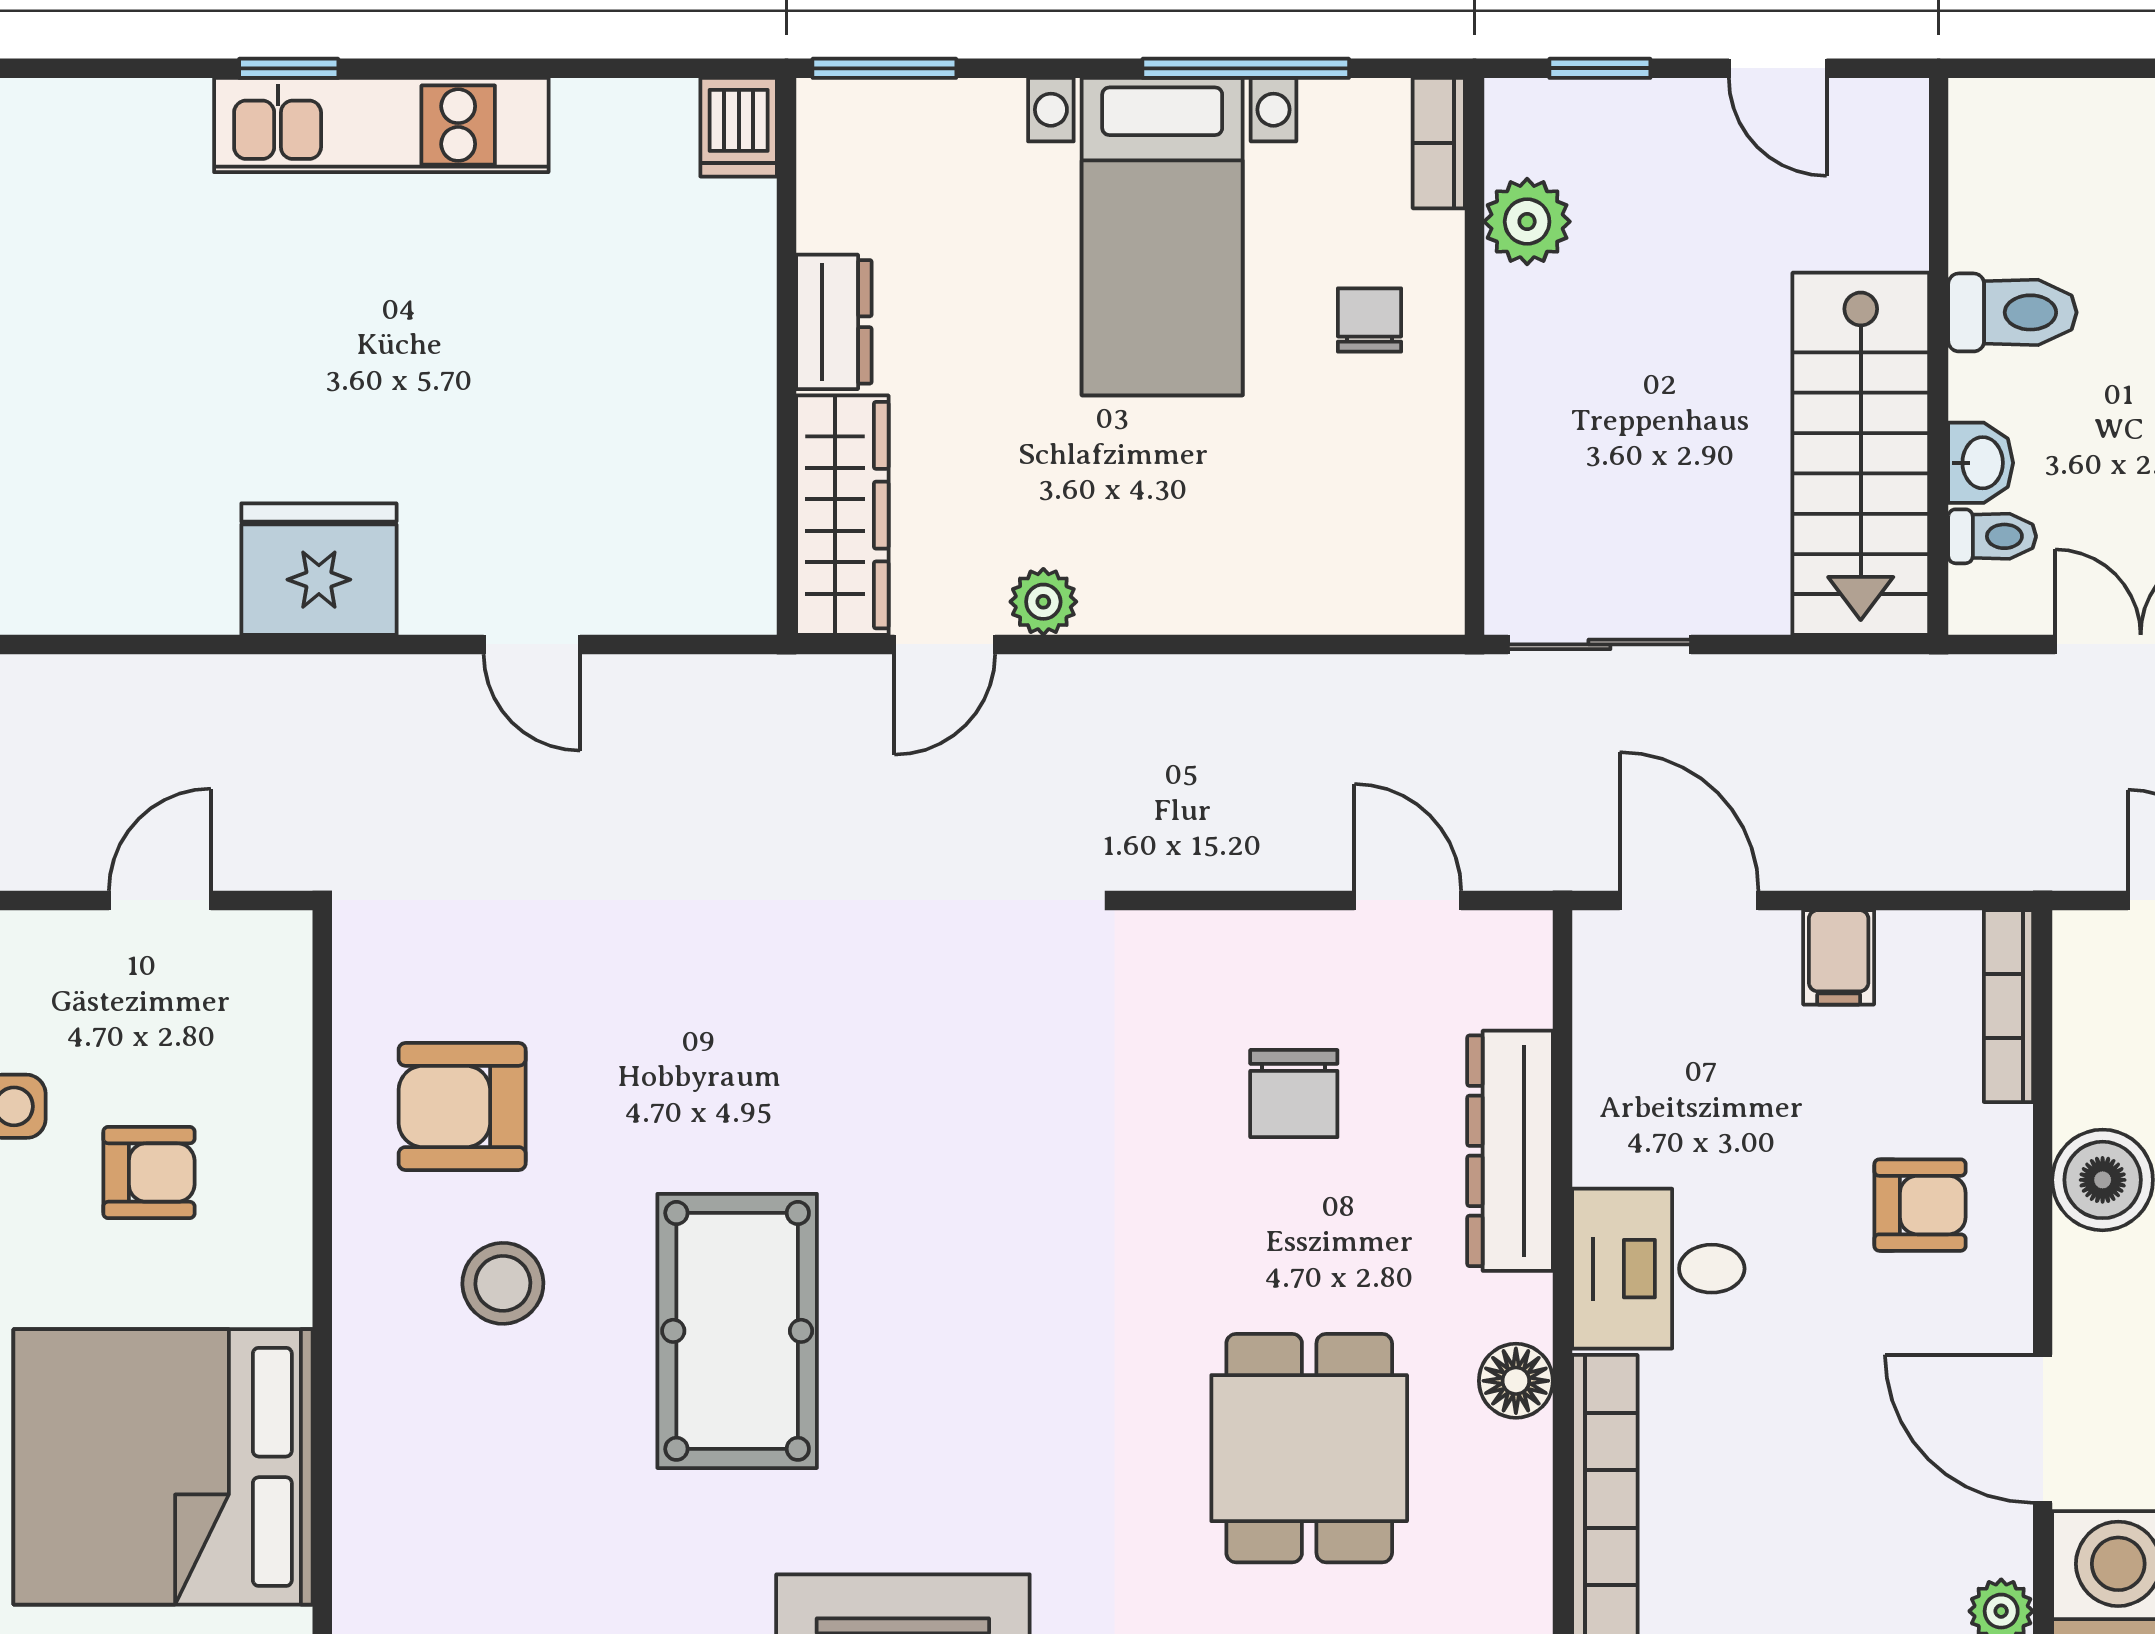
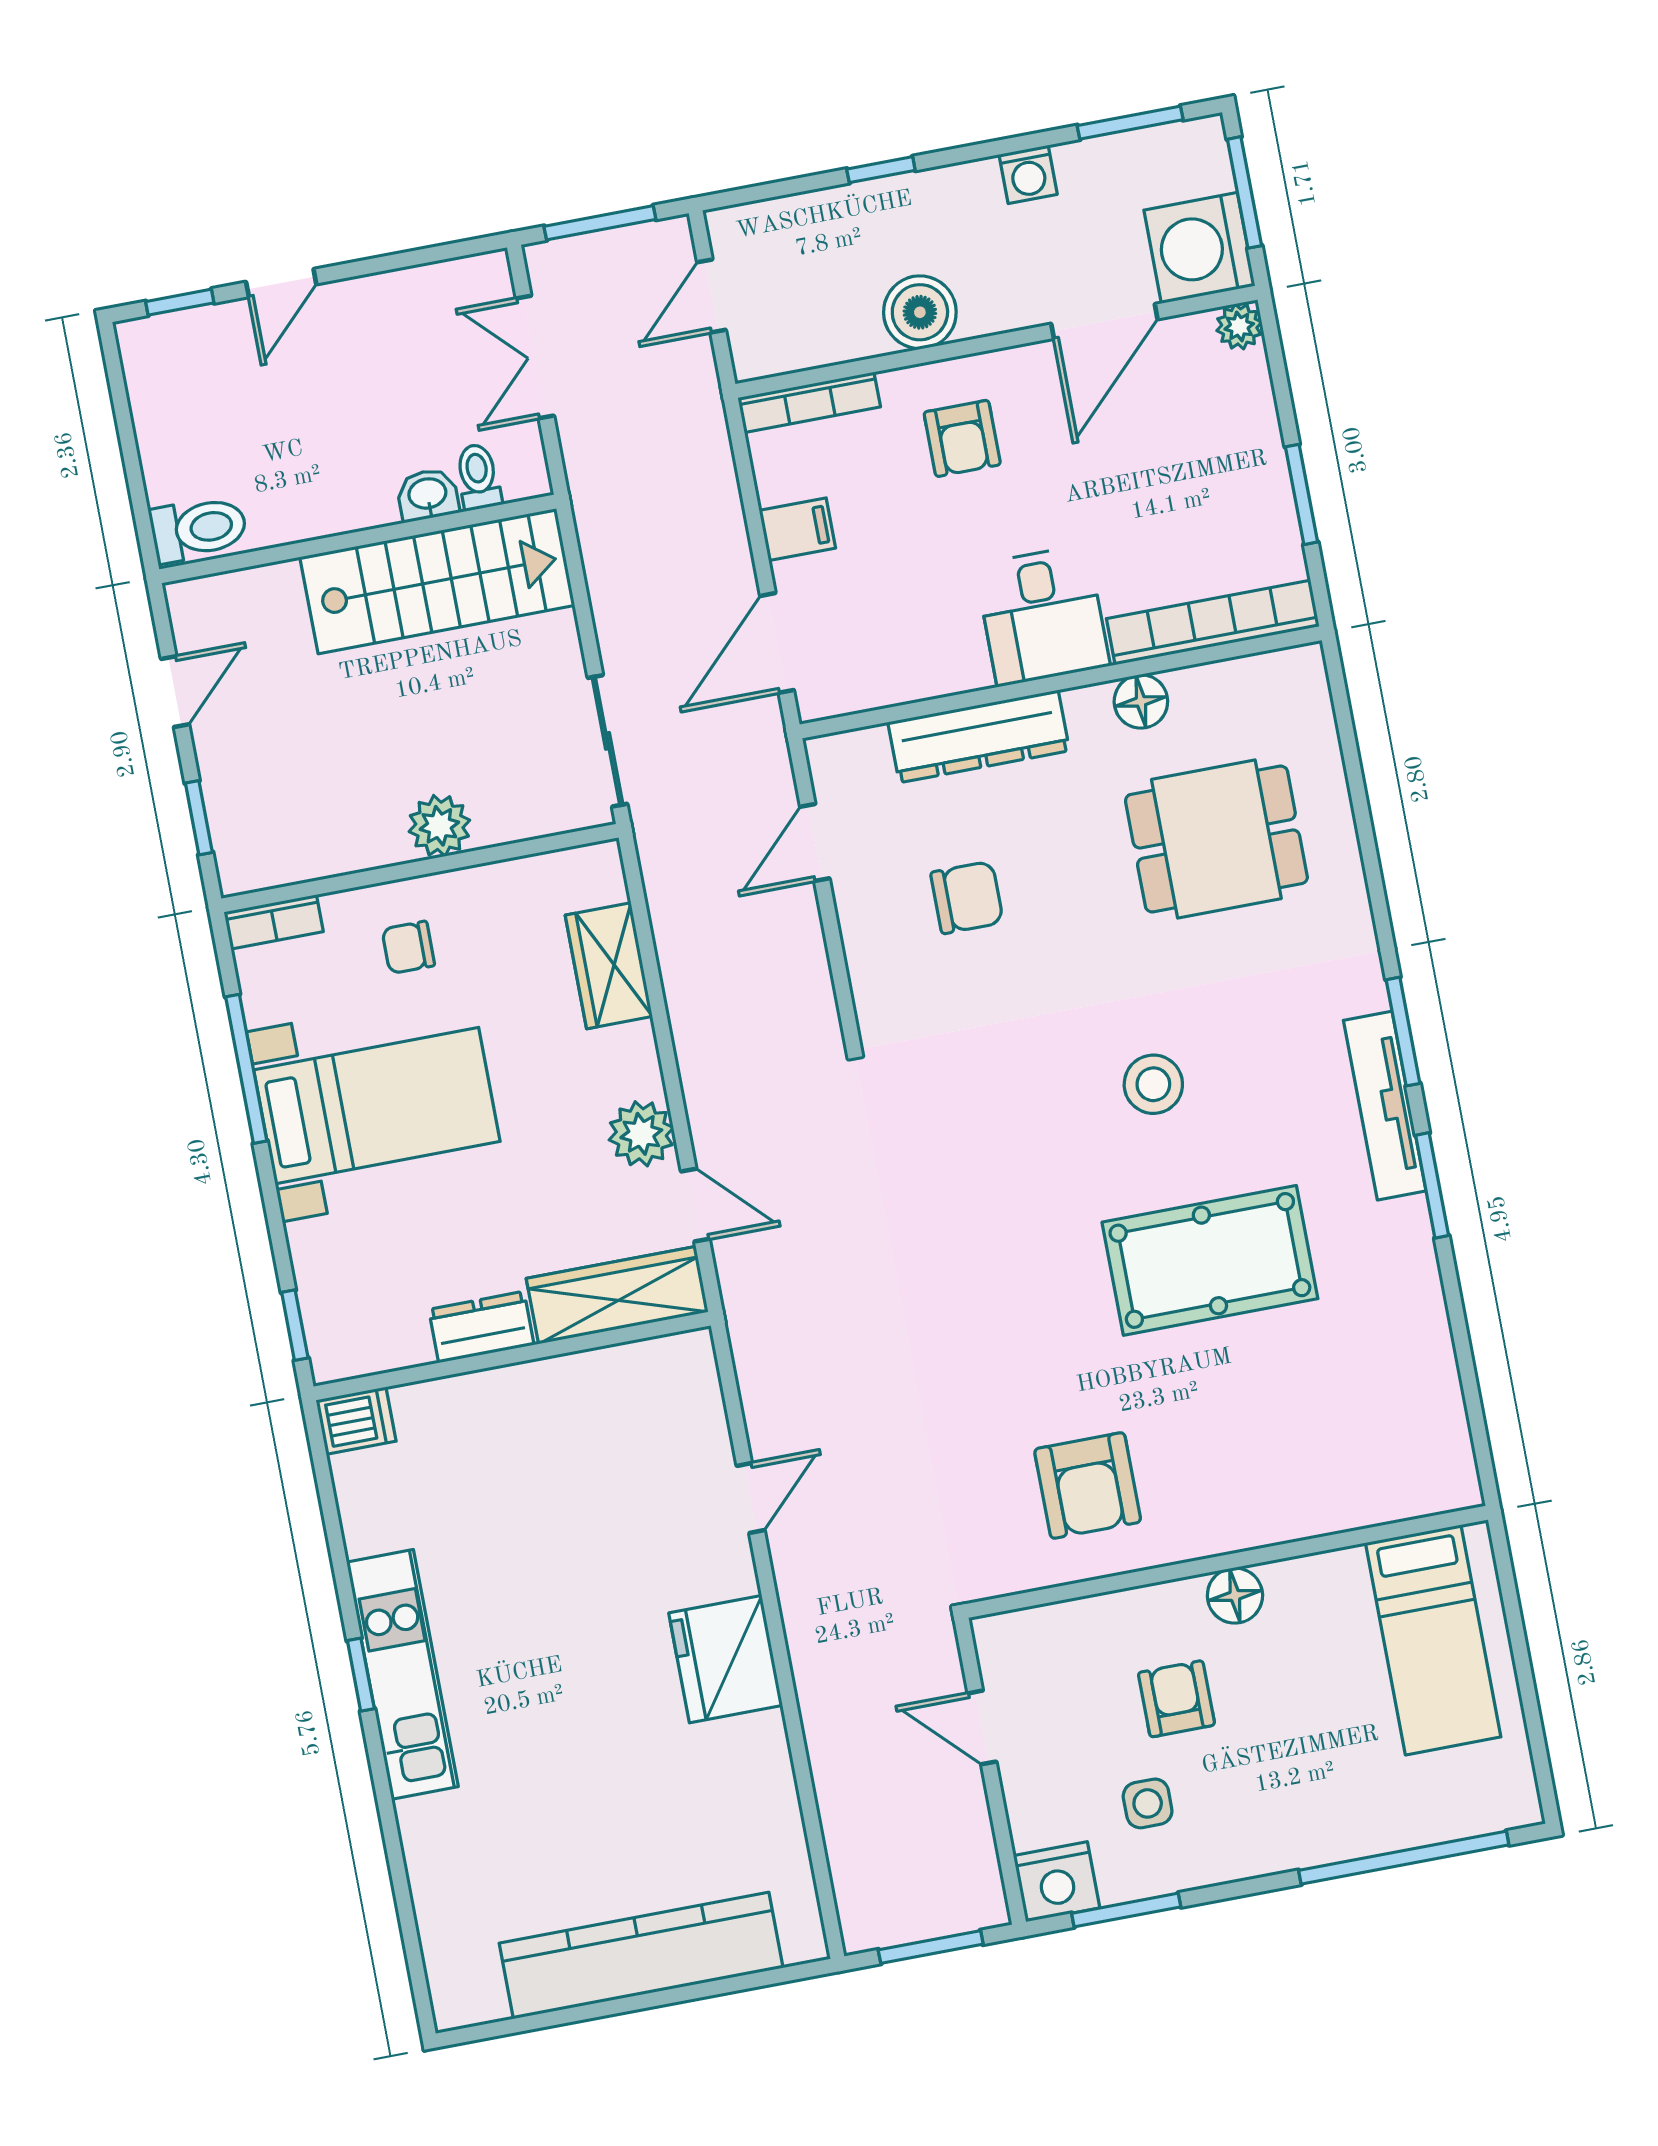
window: (289, 68) -> (361, 1675), moved
window: (884, 68) -> (295, 1325), width x0.67
plant: (1527, 222) -> (439, 826), moved
toilet: (2012, 312) -> (199, 529), moved, turned 90
wardrobe: (1293, 588) -> (609, 966), added
plant: (1043, 602) -> (641, 1134), width x1.38, depth x1.38
armchair: (1920, 1205) -> (962, 438), turned 180
floor lamp: (274, 1279) -> (1235, 1596), added
stool: (503, 1283) -> (1153, 1084), moved
bed: (163, 1467) -> (1433, 1640), width x0.49

